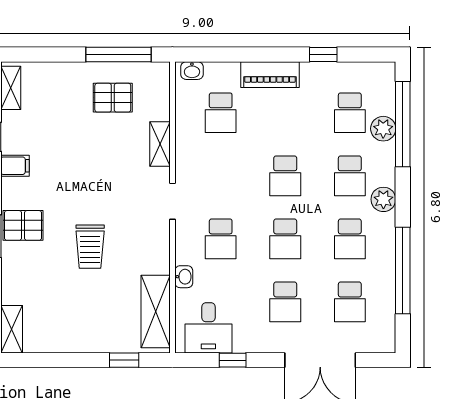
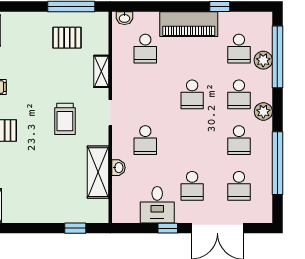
piano: (270, 75) -> (189, 24), width x1.37, depth x1.33
school desk: (285, 239) -> (192, 140), removed
trolley: (90, 247) -> (65, 119), moved
shelving: (156, 312) -> (98, 172), moved
desk: (208, 328) -> (157, 205), moved
window: (233, 360) -> (168, 228), moved

